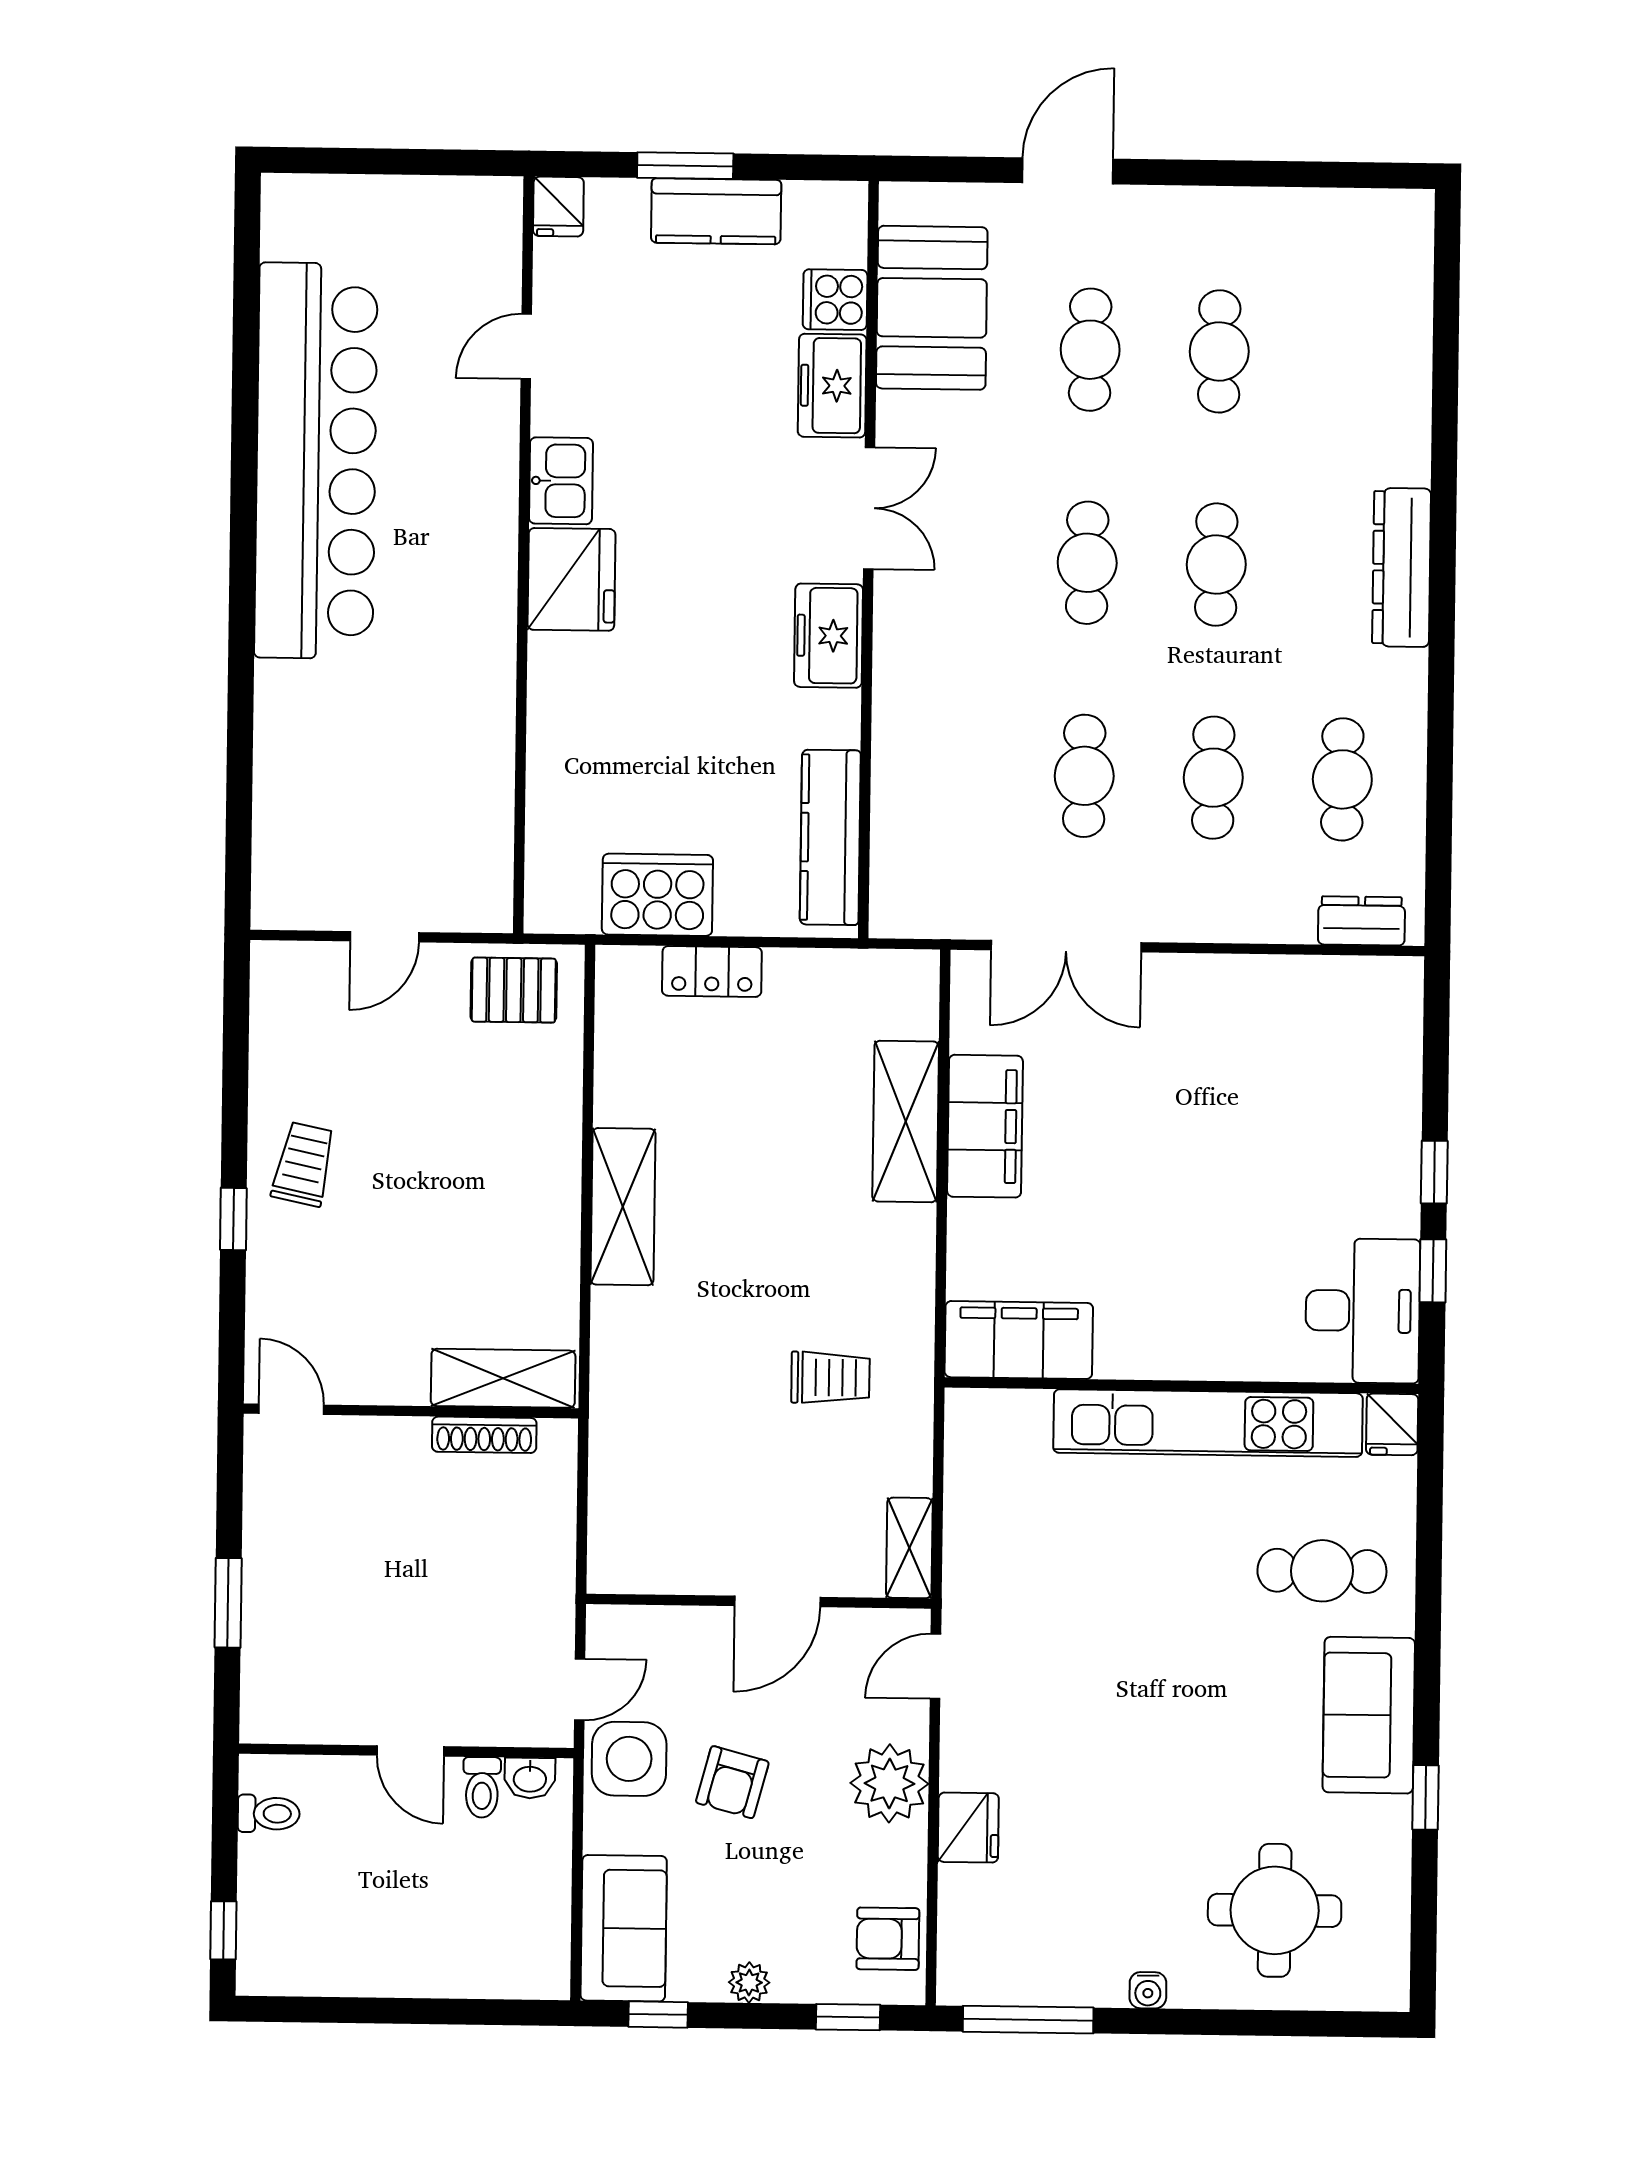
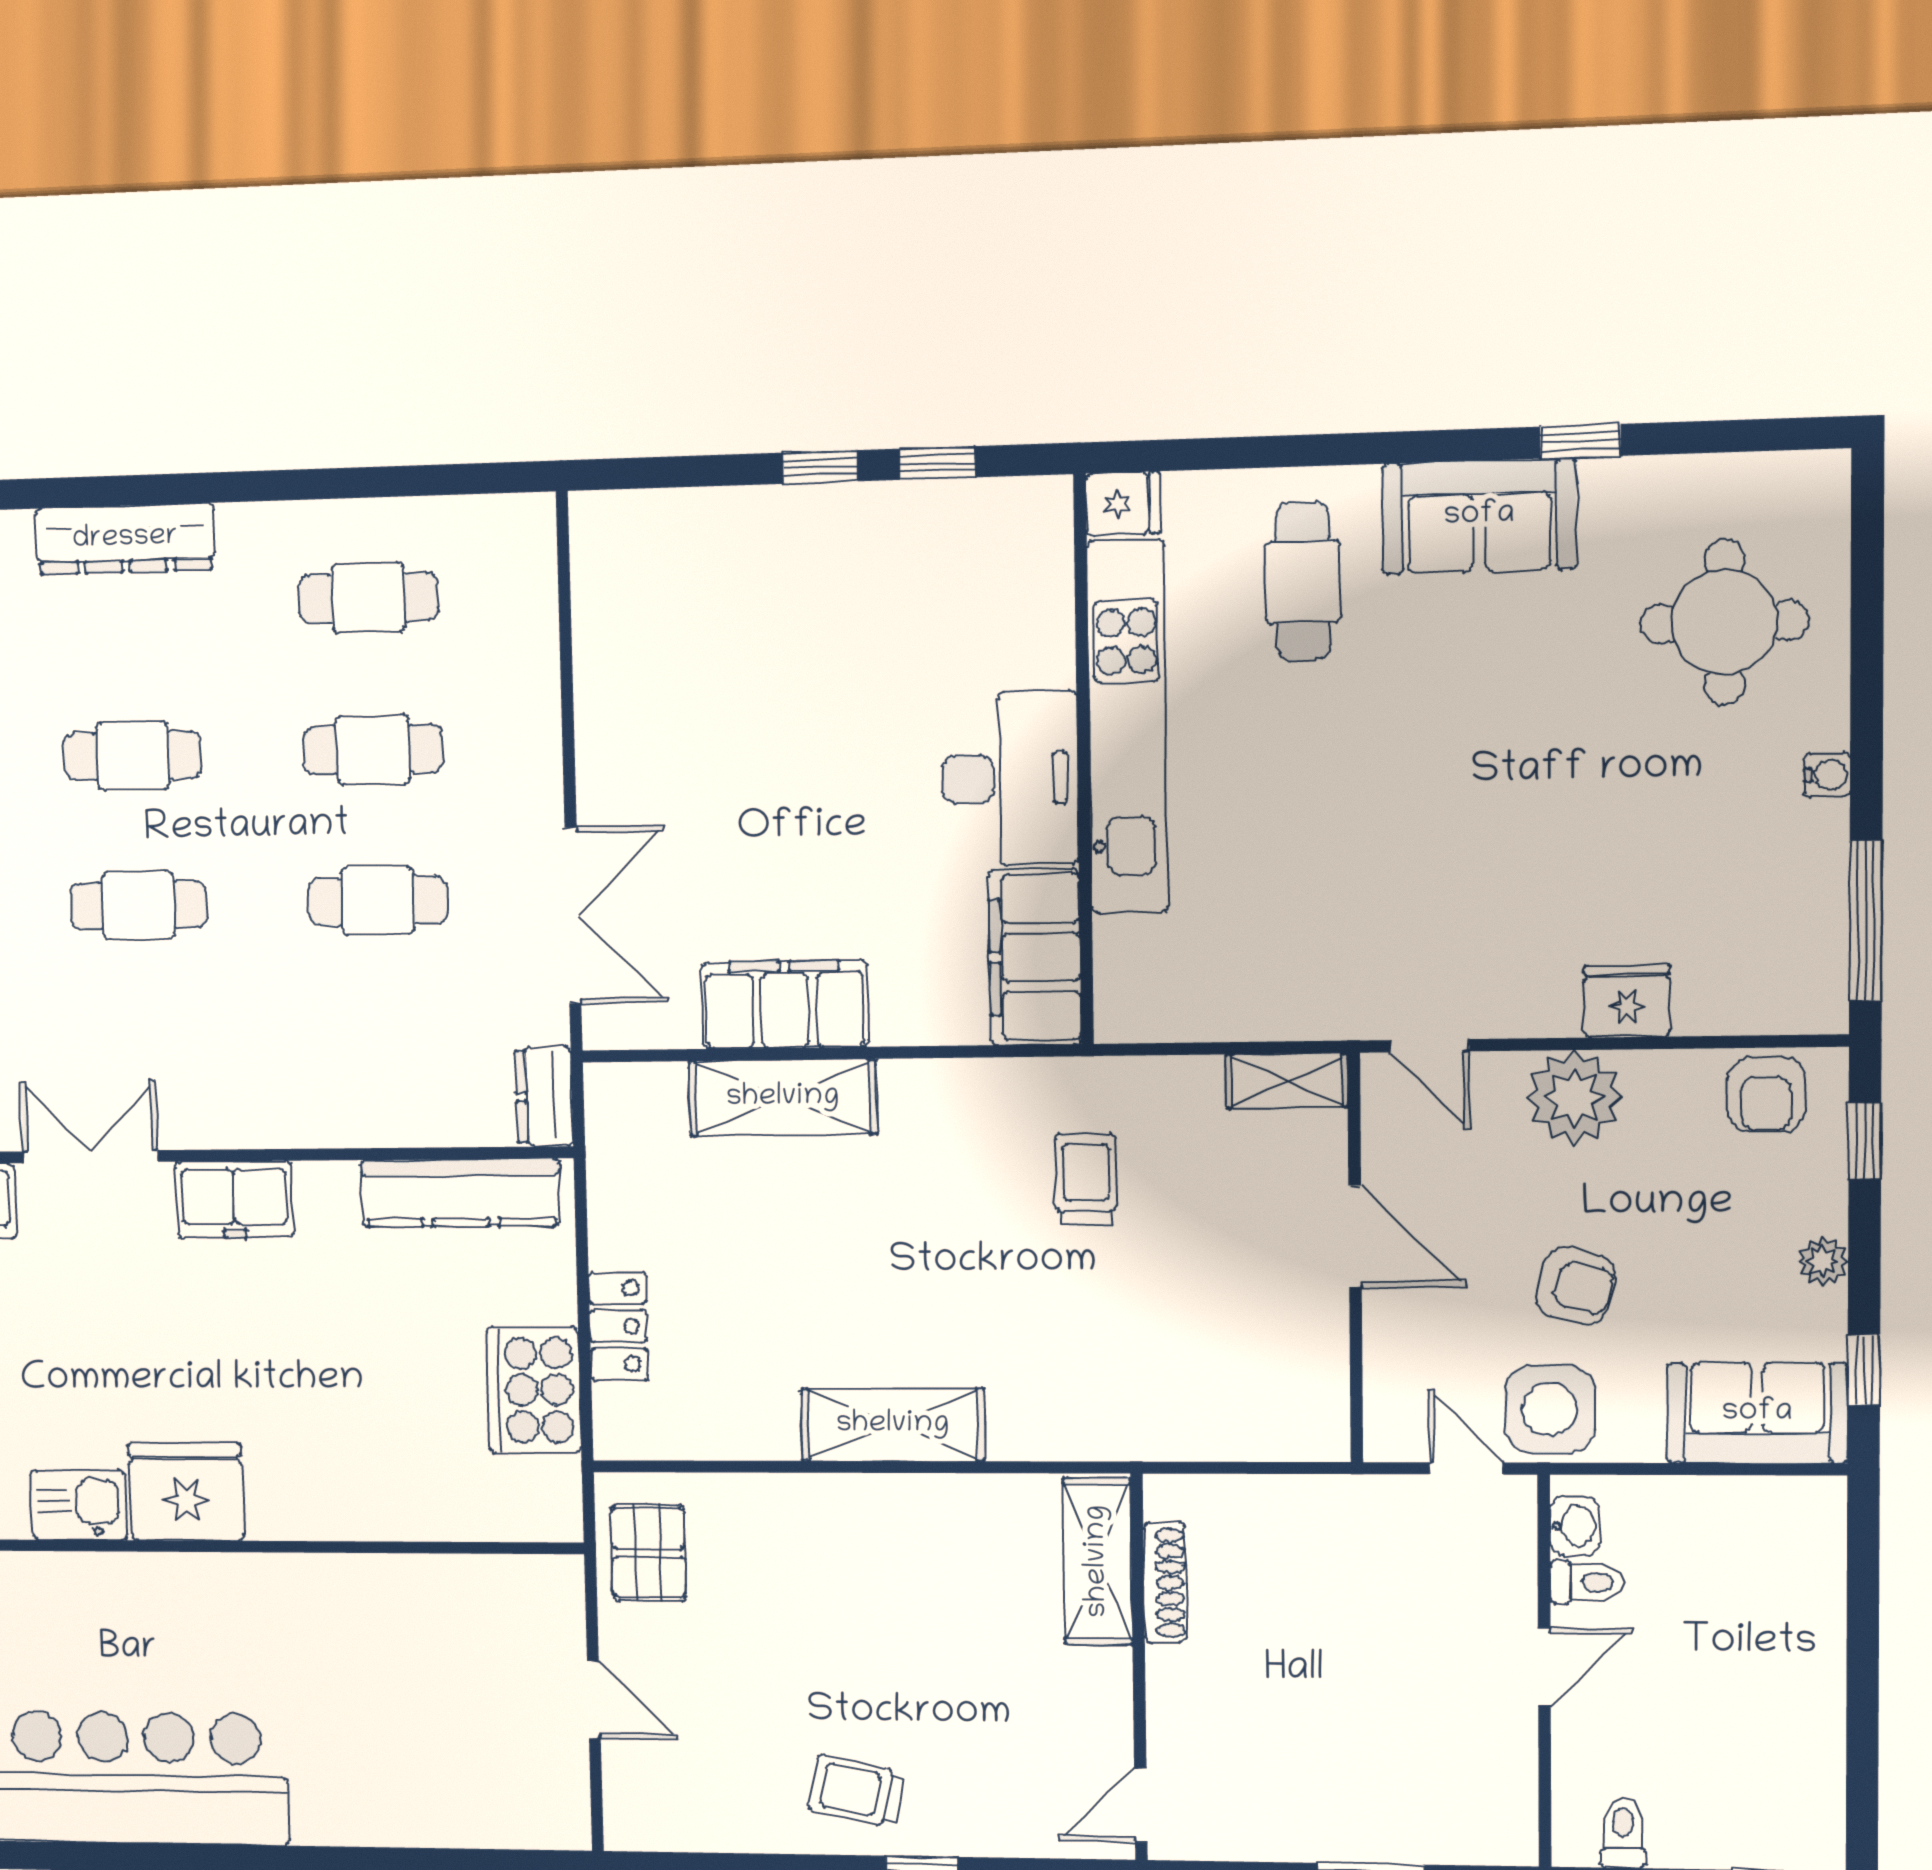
dresser: (1361, 921) -> (544, 1096), moved
desk: (1363, 1311) -> (1010, 779), moved, turned 90

